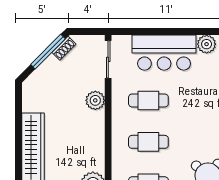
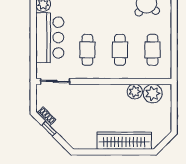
window: (48, 52) -> (49, 129), width x0.46
plant: (95, 100) -> (135, 92), moved

